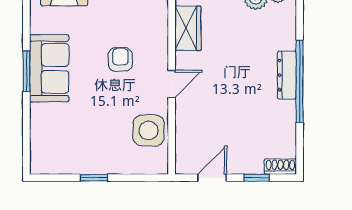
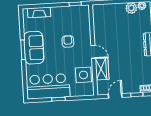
wardrobe: (188, 28) -> (102, 69), moved
door: (172, 84) -> (93, 52), hinge flipped
bar counter: (74, 150) -> (48, 86), added

